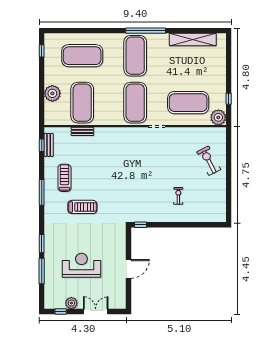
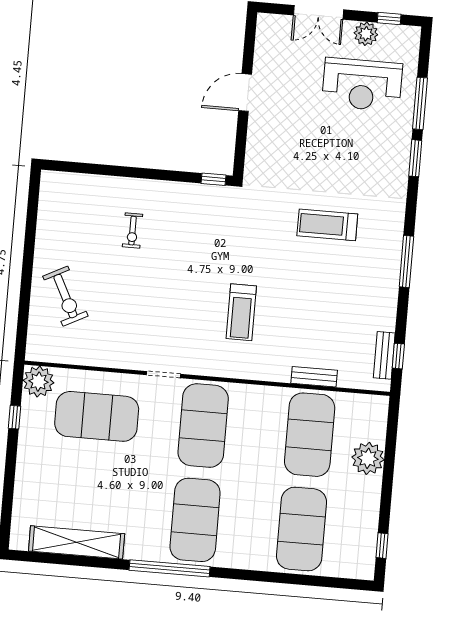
exercise mat: (82, 56) -> (302, 529), turned 90
treadmill: (64, 178) -> (241, 312), moved
reception desk: (81, 265) -> (362, 85), moved

